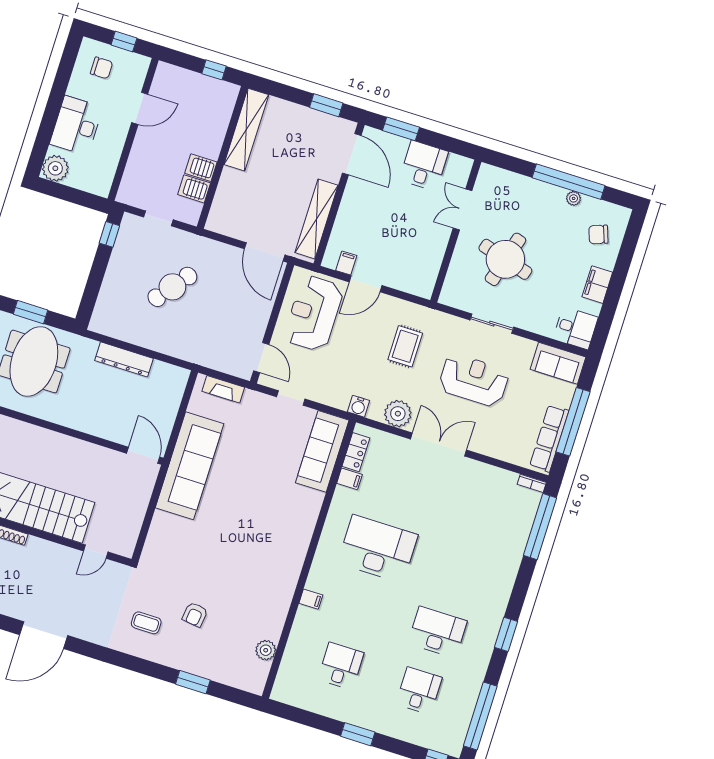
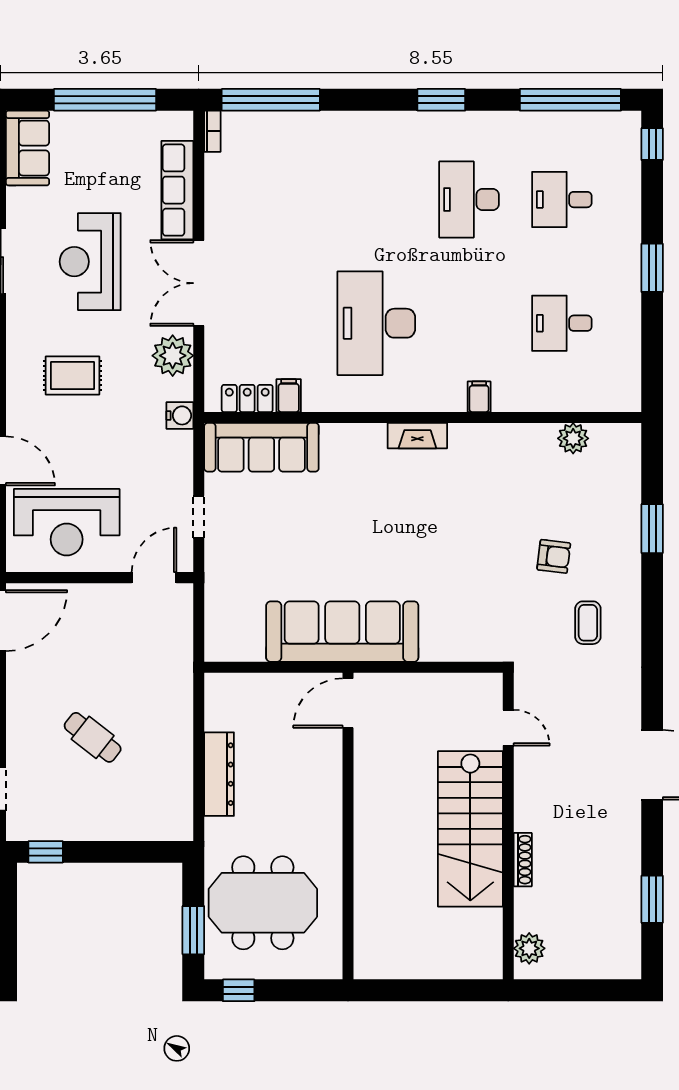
cafe table: (172, 287) -> (93, 737), width x0.73, depth x0.74
fireplace: (223, 389) -> (417, 436), moved, turned 90
row of seats: (549, 438) -> (177, 190), moved, turned 90

